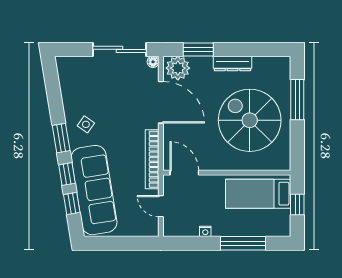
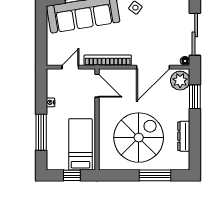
dresser: (232, 63) -> (184, 136), moved
door: (184, 173) -> (97, 86), hinge flipped

